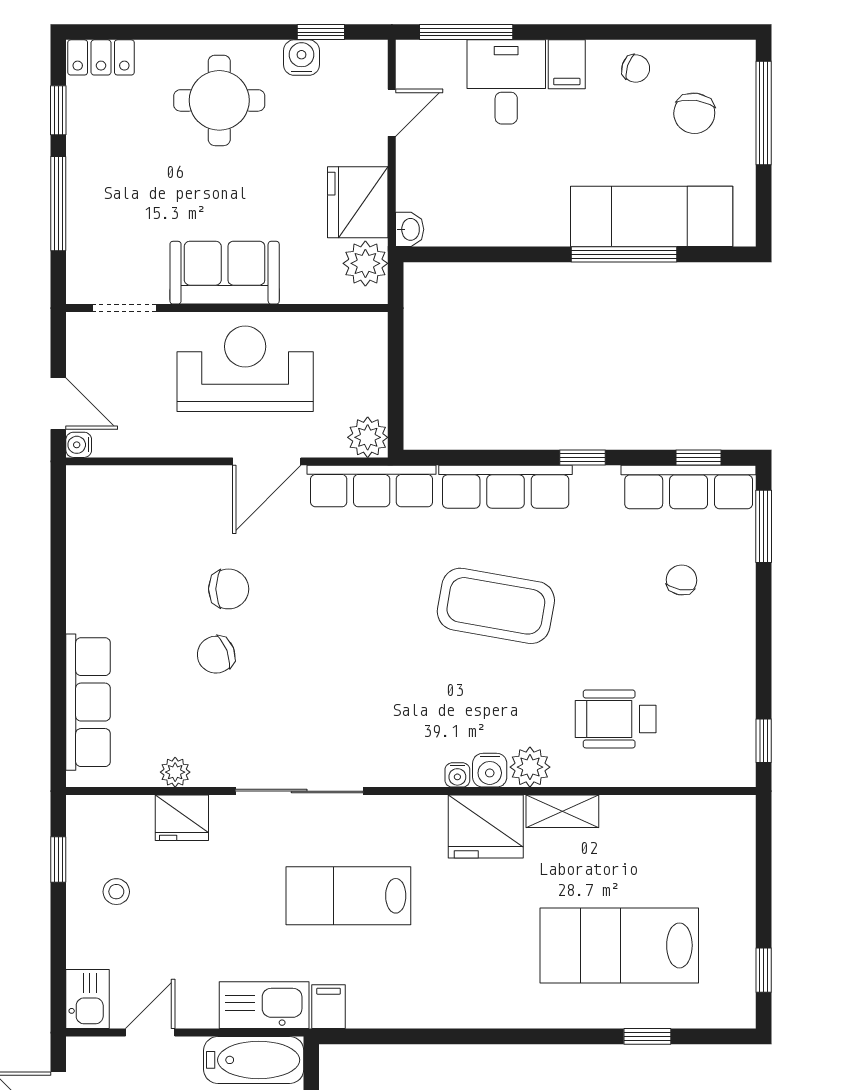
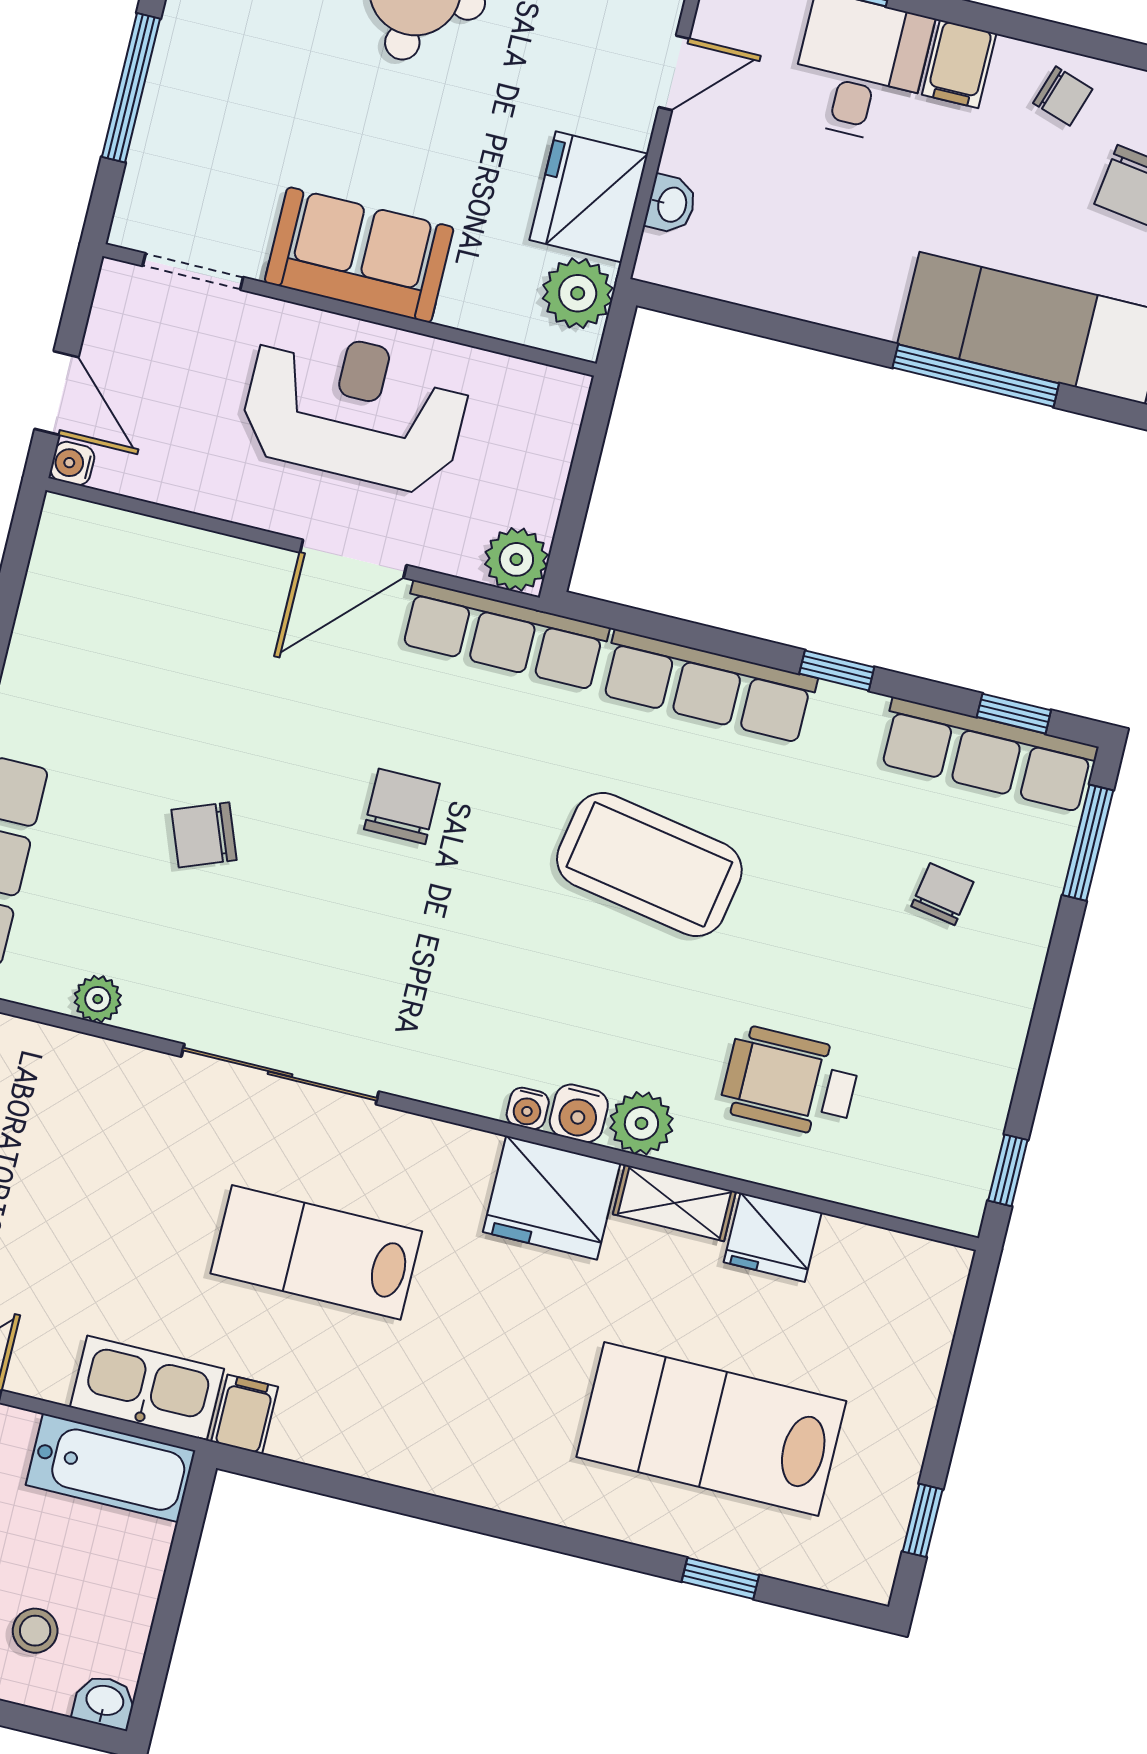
washbasin: (410, 229) -> (671, 204), moved
chair: (229, 589) -> (402, 806), moved, turned -90
fridge: (182, 818) -> (773, 1237), moved

